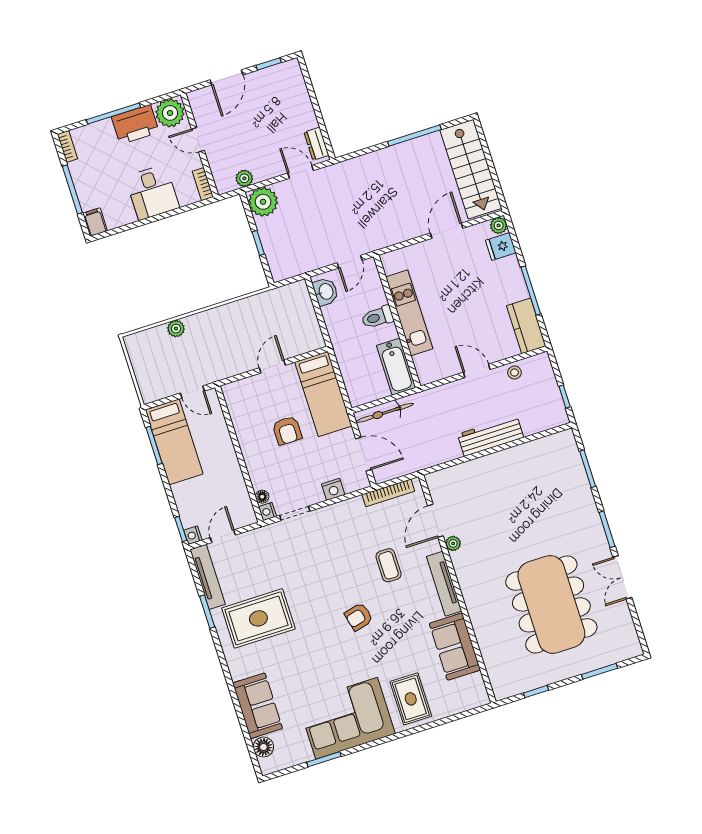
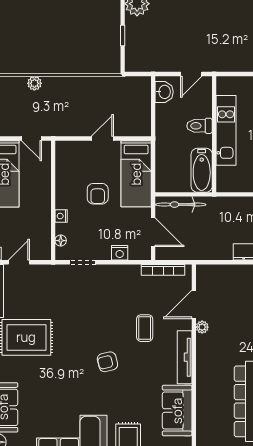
nightstand: (267, 512) -> (61, 216), moved

